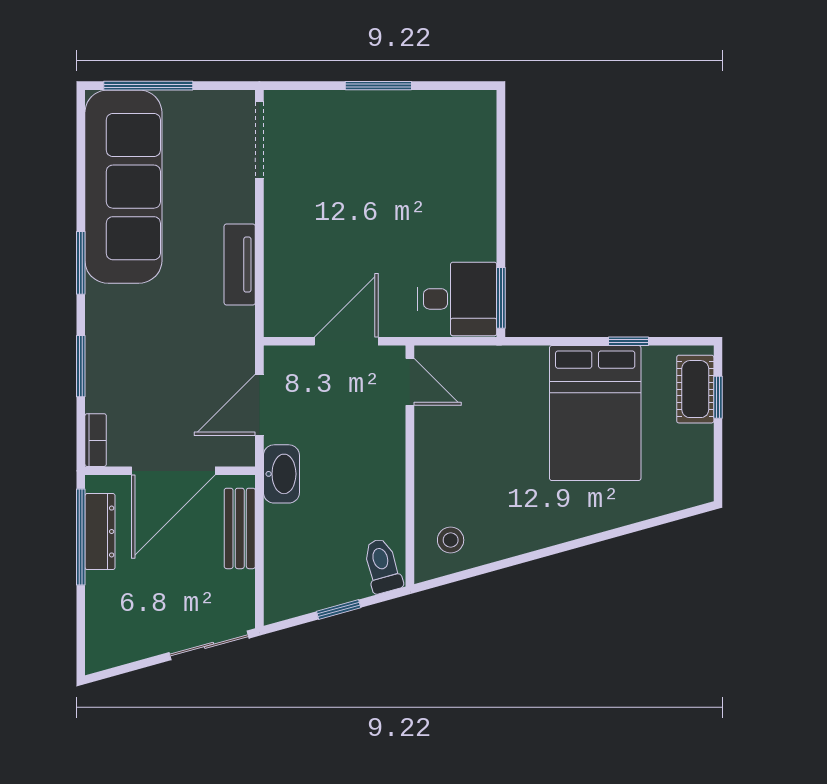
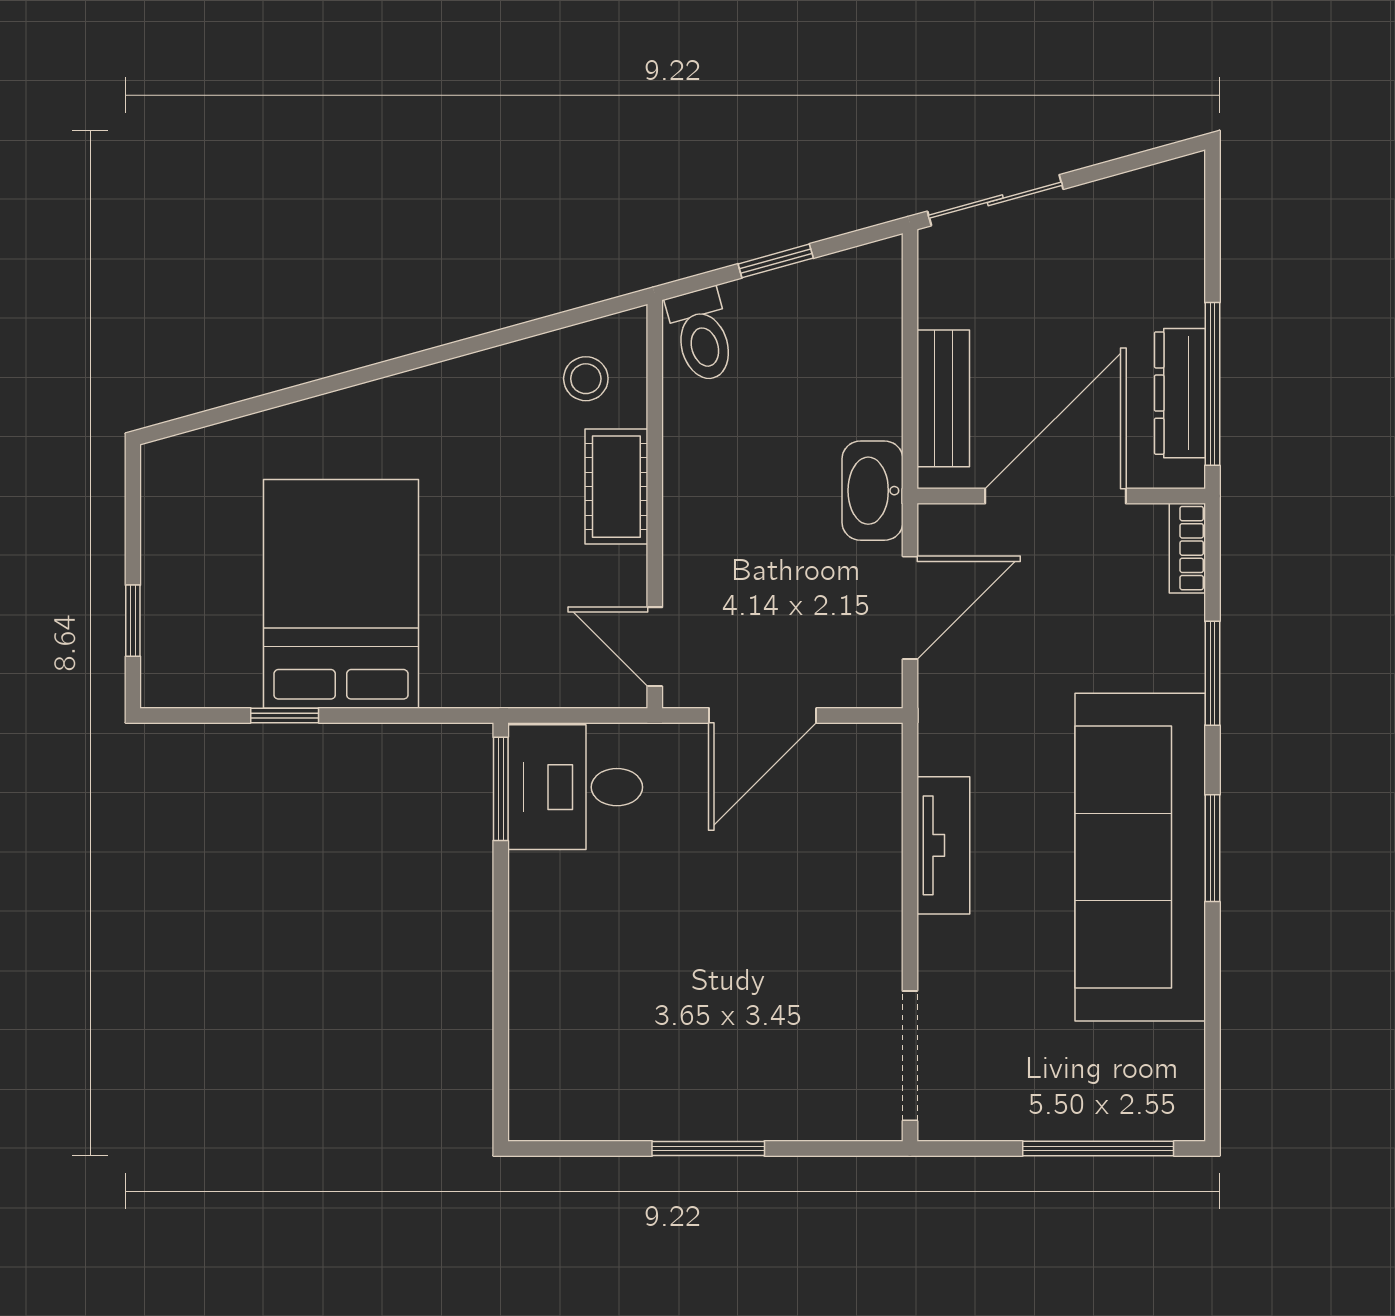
sofa: (123, 187) -> (1140, 857), moved
cot: (695, 389) -> (616, 487), moved

